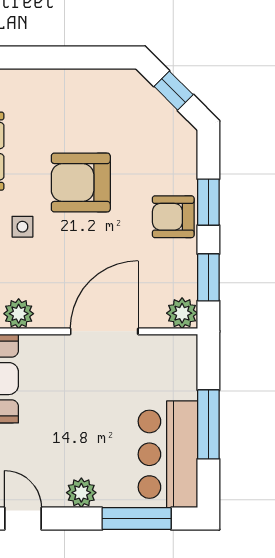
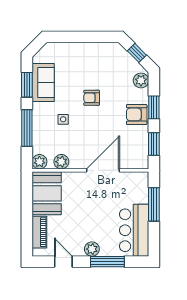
armchair: (81, 183) -> (92, 98), width x0.53, depth x0.53
plant: (182, 313) -> (141, 80), moved
window: (208, 424) -> (154, 204), moved
window: (137, 519) -> (107, 262), moved

